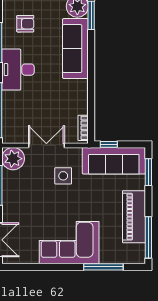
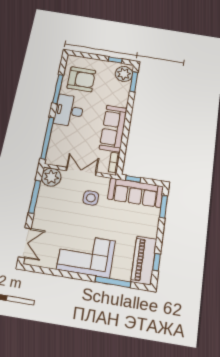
armchair: (25, 24) -> (81, 79), width x1.88, depth x1.88
sofa: (75, 49) -> (113, 128), moved
piano: (134, 217) -> (144, 260), moved
window: (148, 237) -> (157, 262), width x0.46

